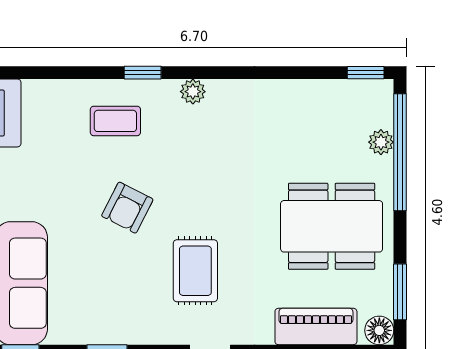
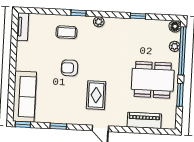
window: (366, 73) -> (138, 16), moved
armchair: (127, 208) -> (70, 68), turned 63
window: (400, 292) -> (180, 95), moved
floor lamp: (379, 330) -> (175, 26), moved

